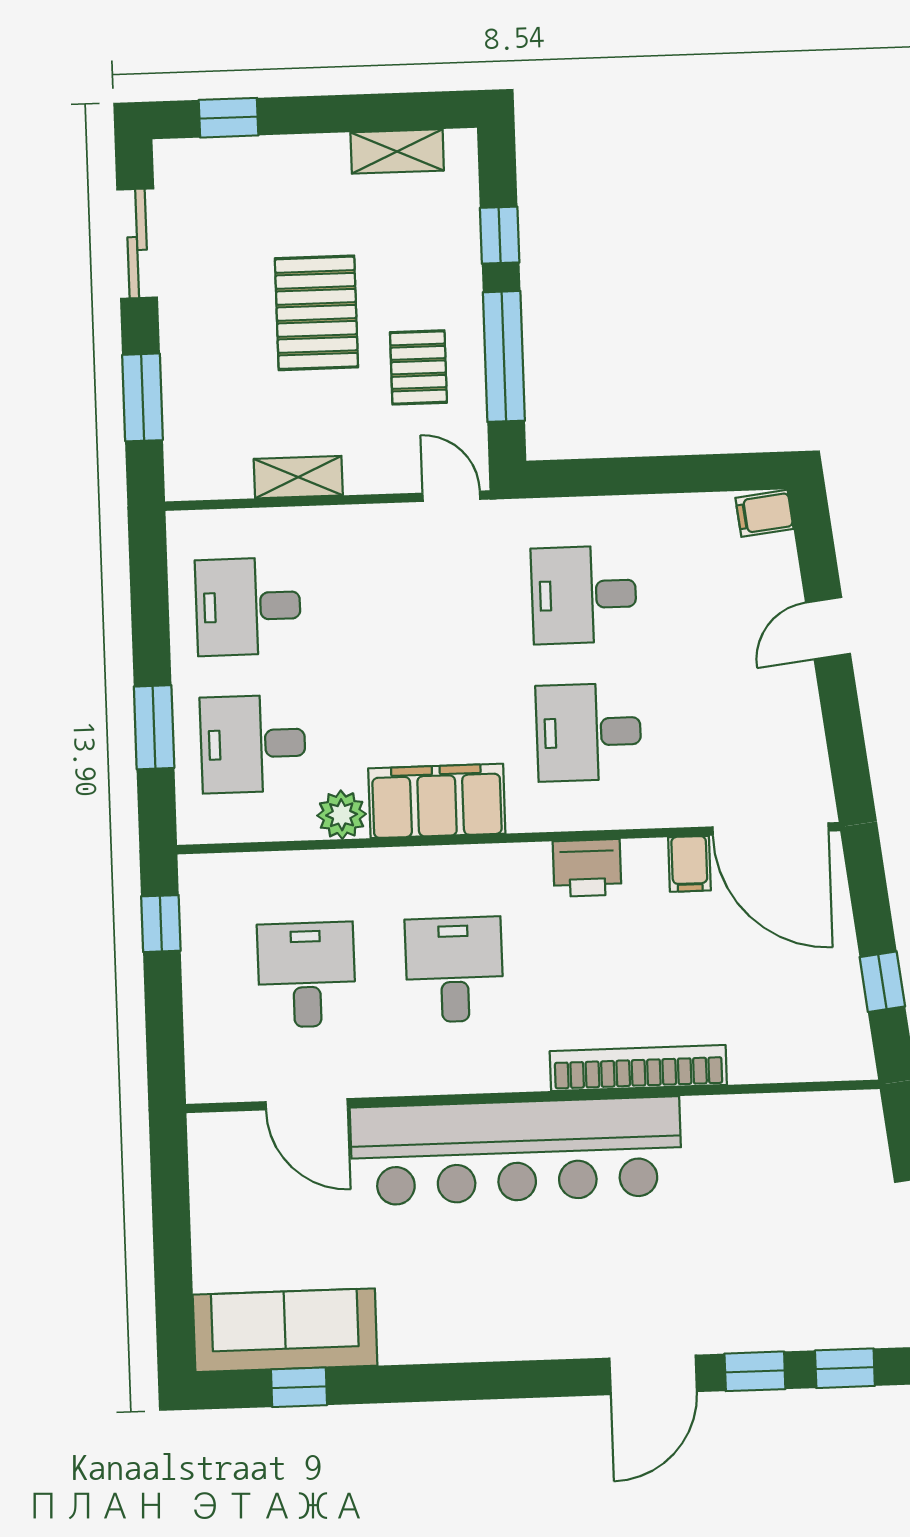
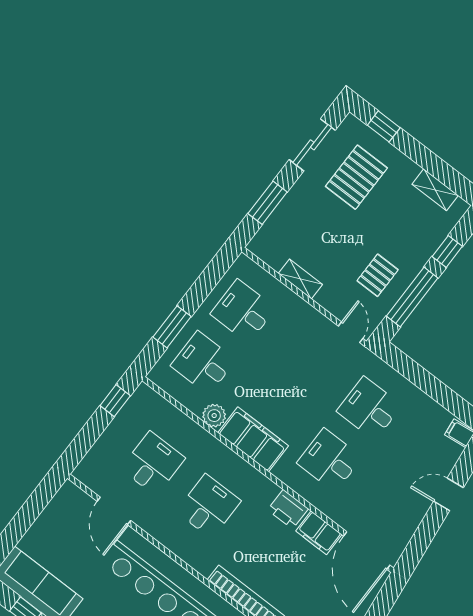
pallet: (316, 313) -> (356, 177), moved
filing cabinet: (689, 864) -> (319, 533), width x2.00

